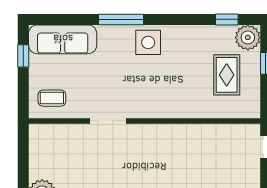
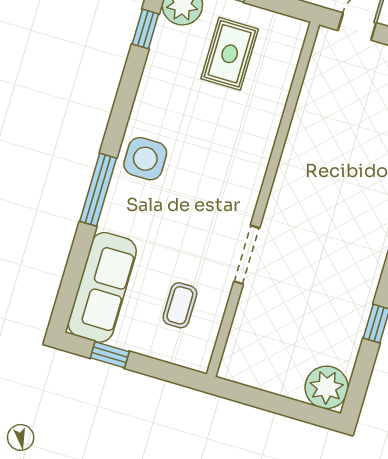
rug: (227, 75) -> (230, 54), turned 90
coffee table: (52, 98) -> (180, 305), moved

